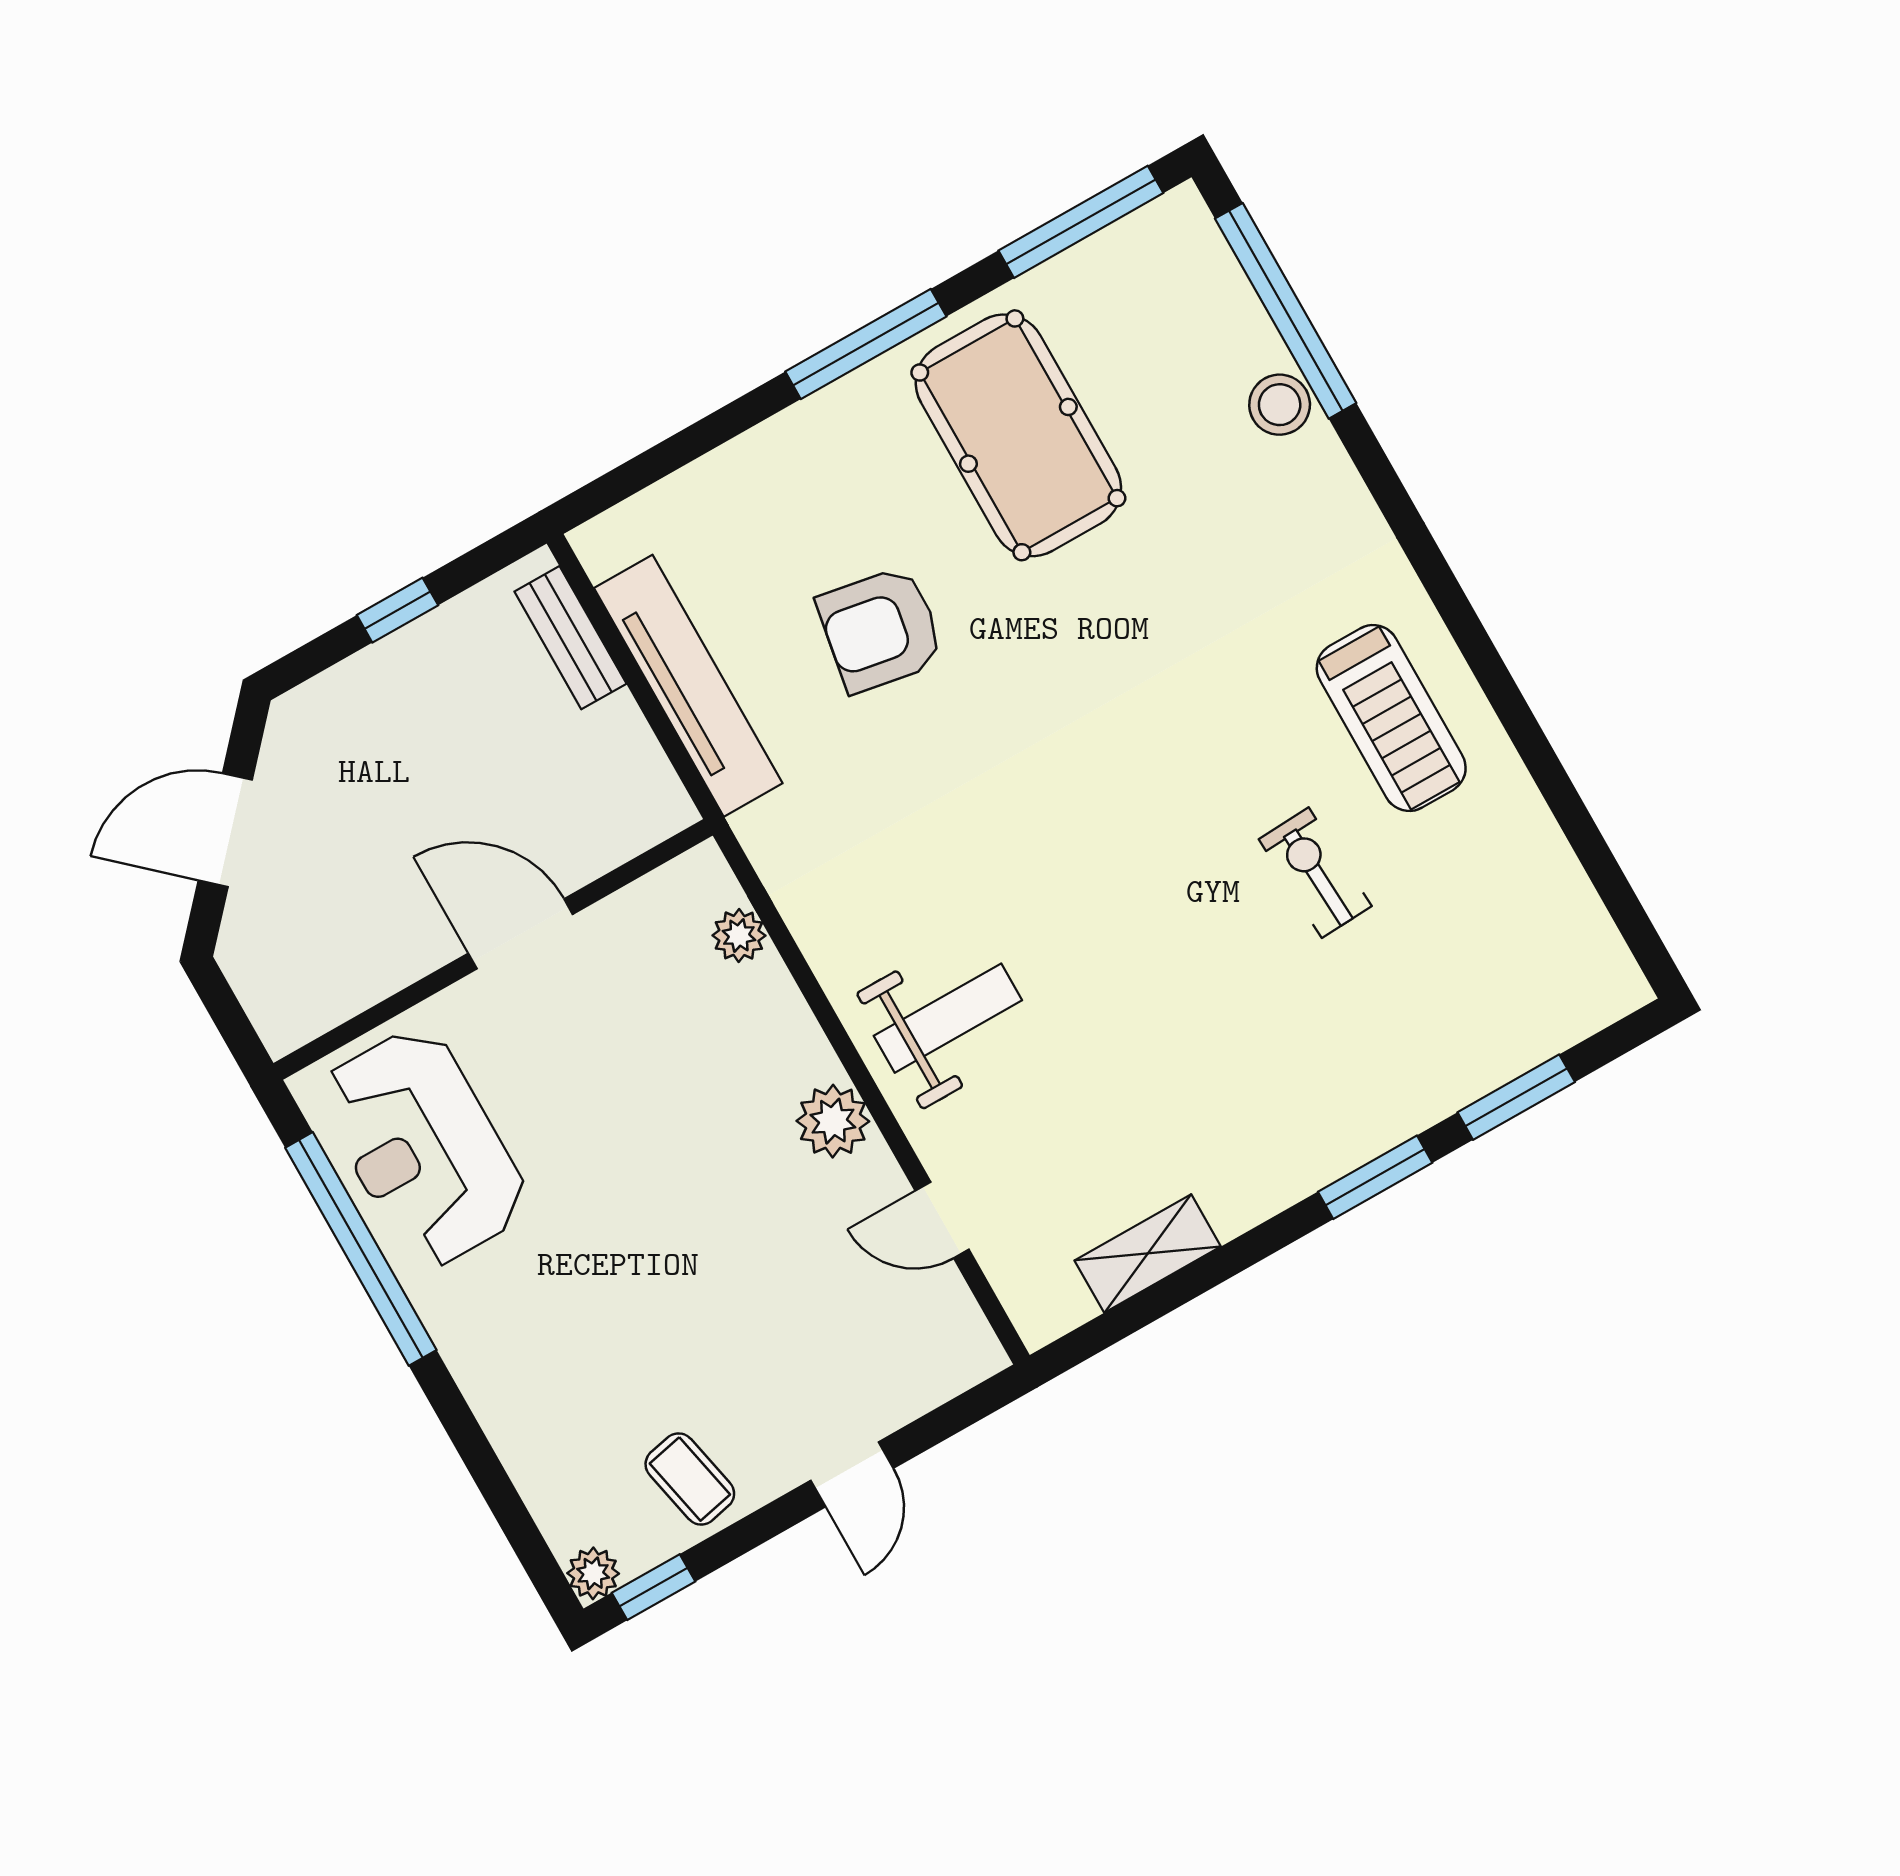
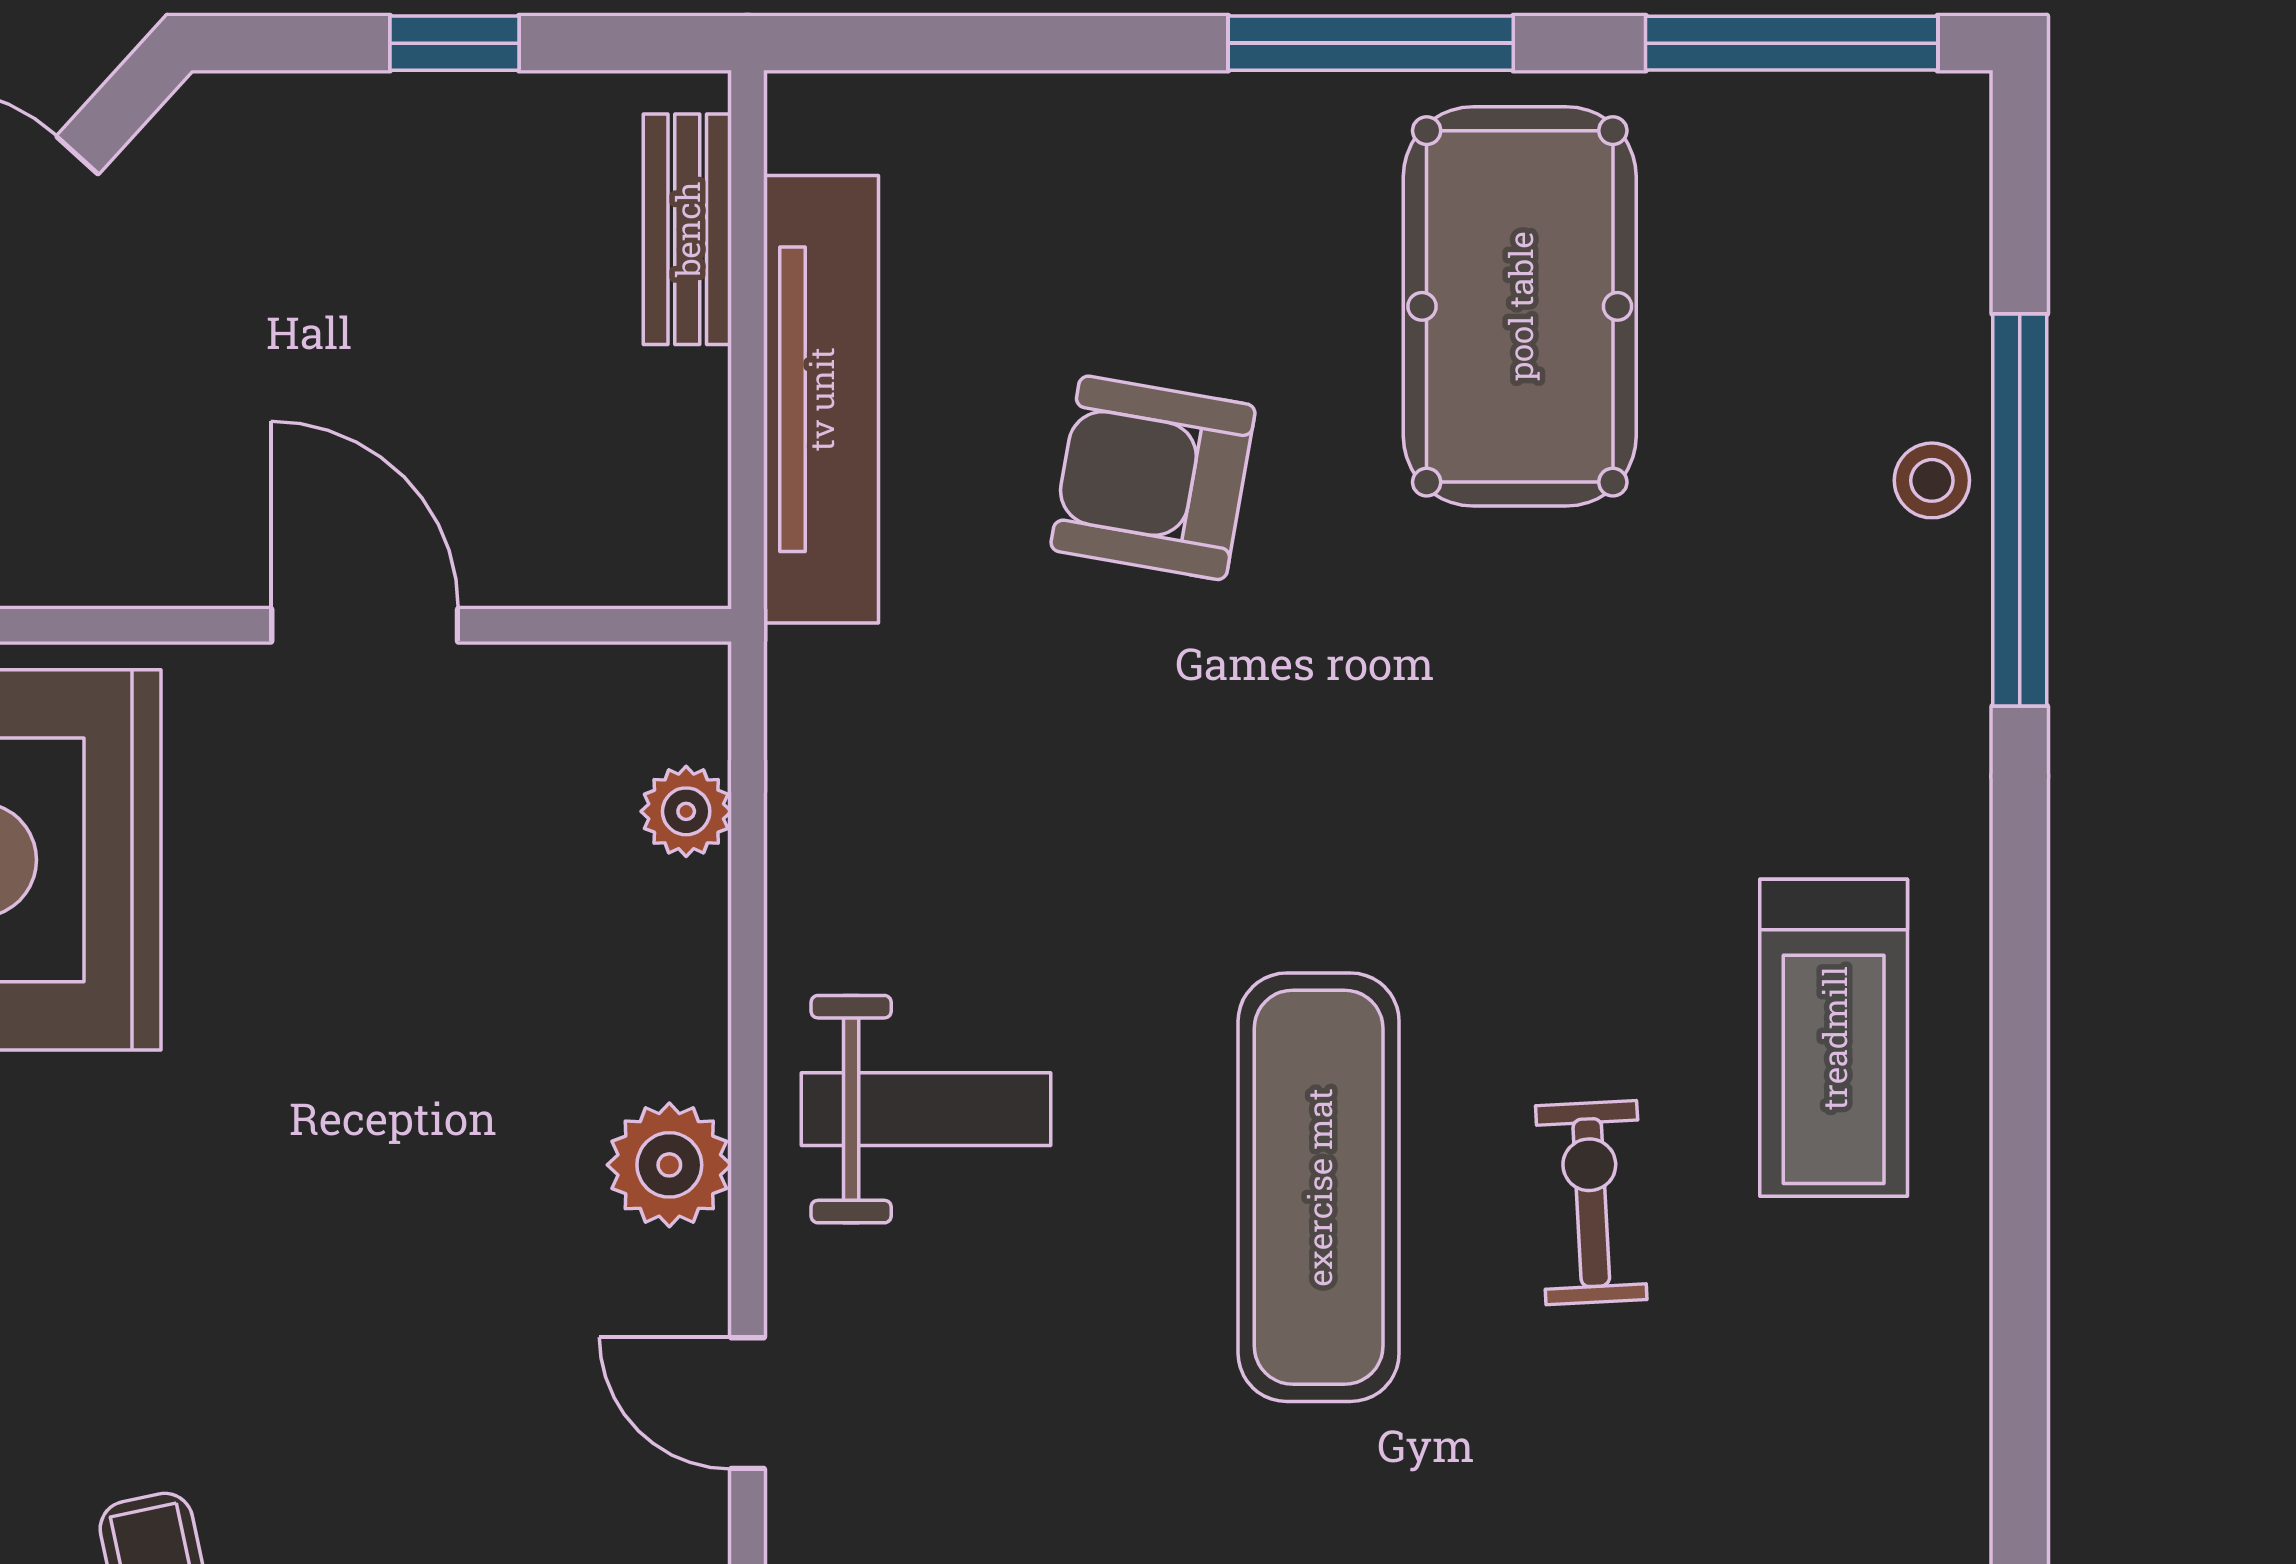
window: (1286, 311) -> (2020, 510), moved
stool: (1280, 405) -> (1932, 480), width x0.73, depth x0.73
exercise mat: (1171, 944) -> (1319, 1187), added

